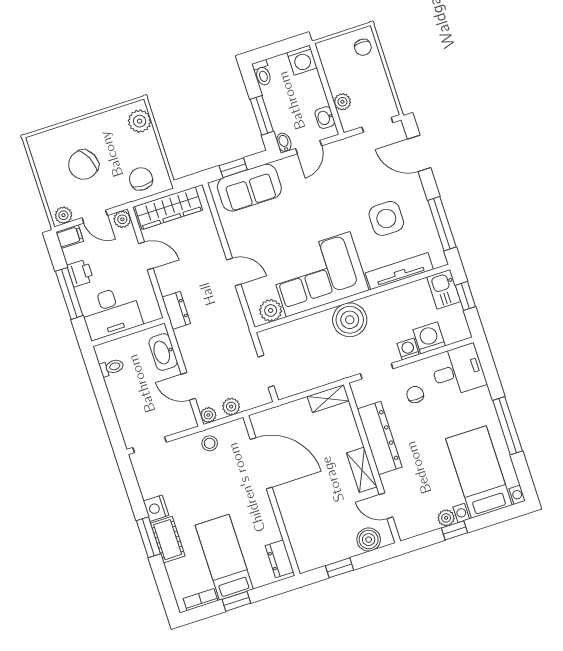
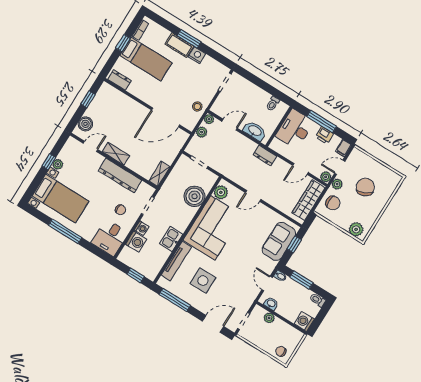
plant: (63, 215) -> (337, 184), moved
kitchen sink: (444, 289) -> (171, 239), moved, turned -90
boiler: (350, 320) -> (194, 196), moved

